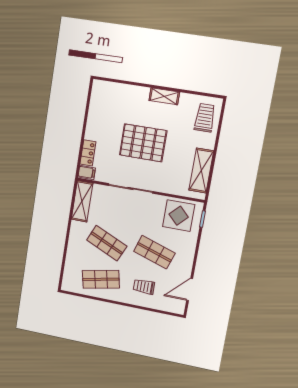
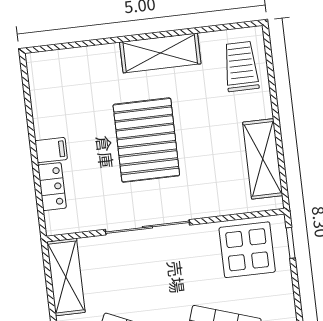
shelving: (164, 96) -> (160, 53), width x1.50, depth x1.33
pallet: (143, 143) -> (146, 140), turned 90
filing cabinet: (87, 172) -> (51, 150), moved

